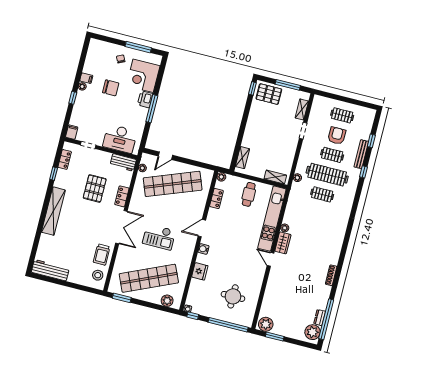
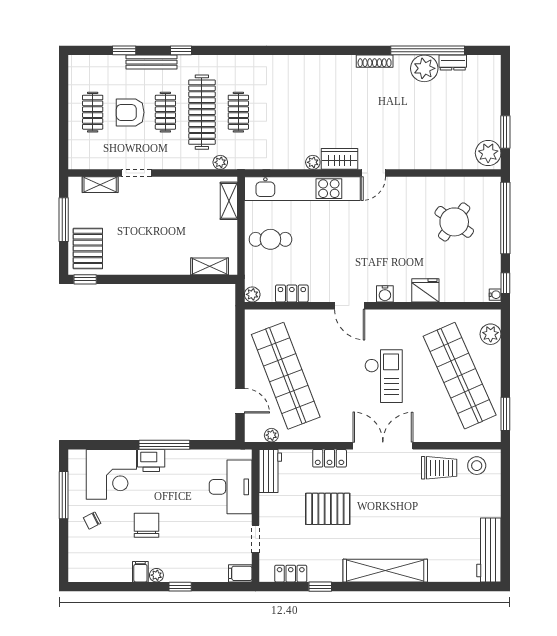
round table: (233, 296) -> (454, 222), turned 36
window: (326, 319) -> (428, 50), moved
plant: (313, 332) -> (424, 68), moved

